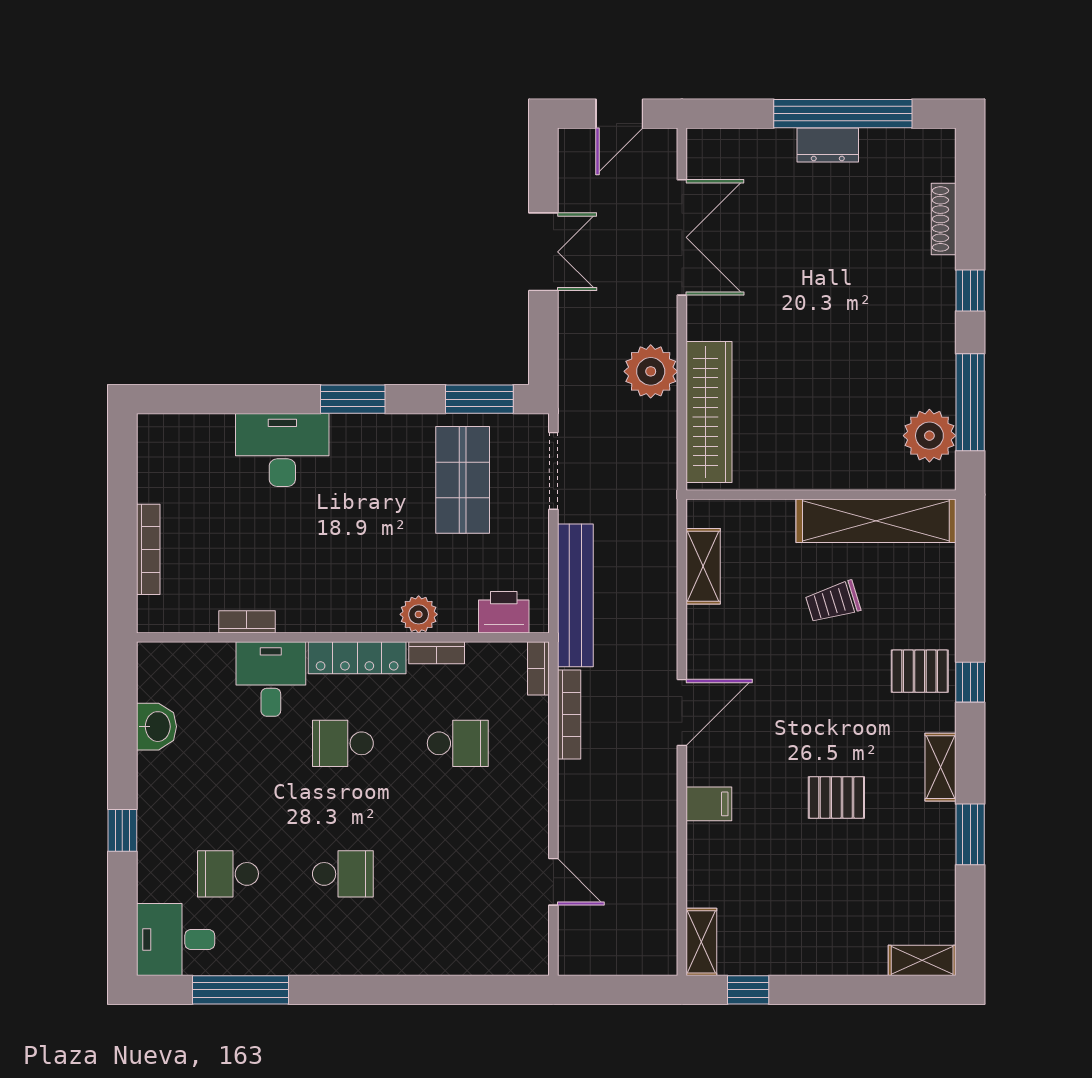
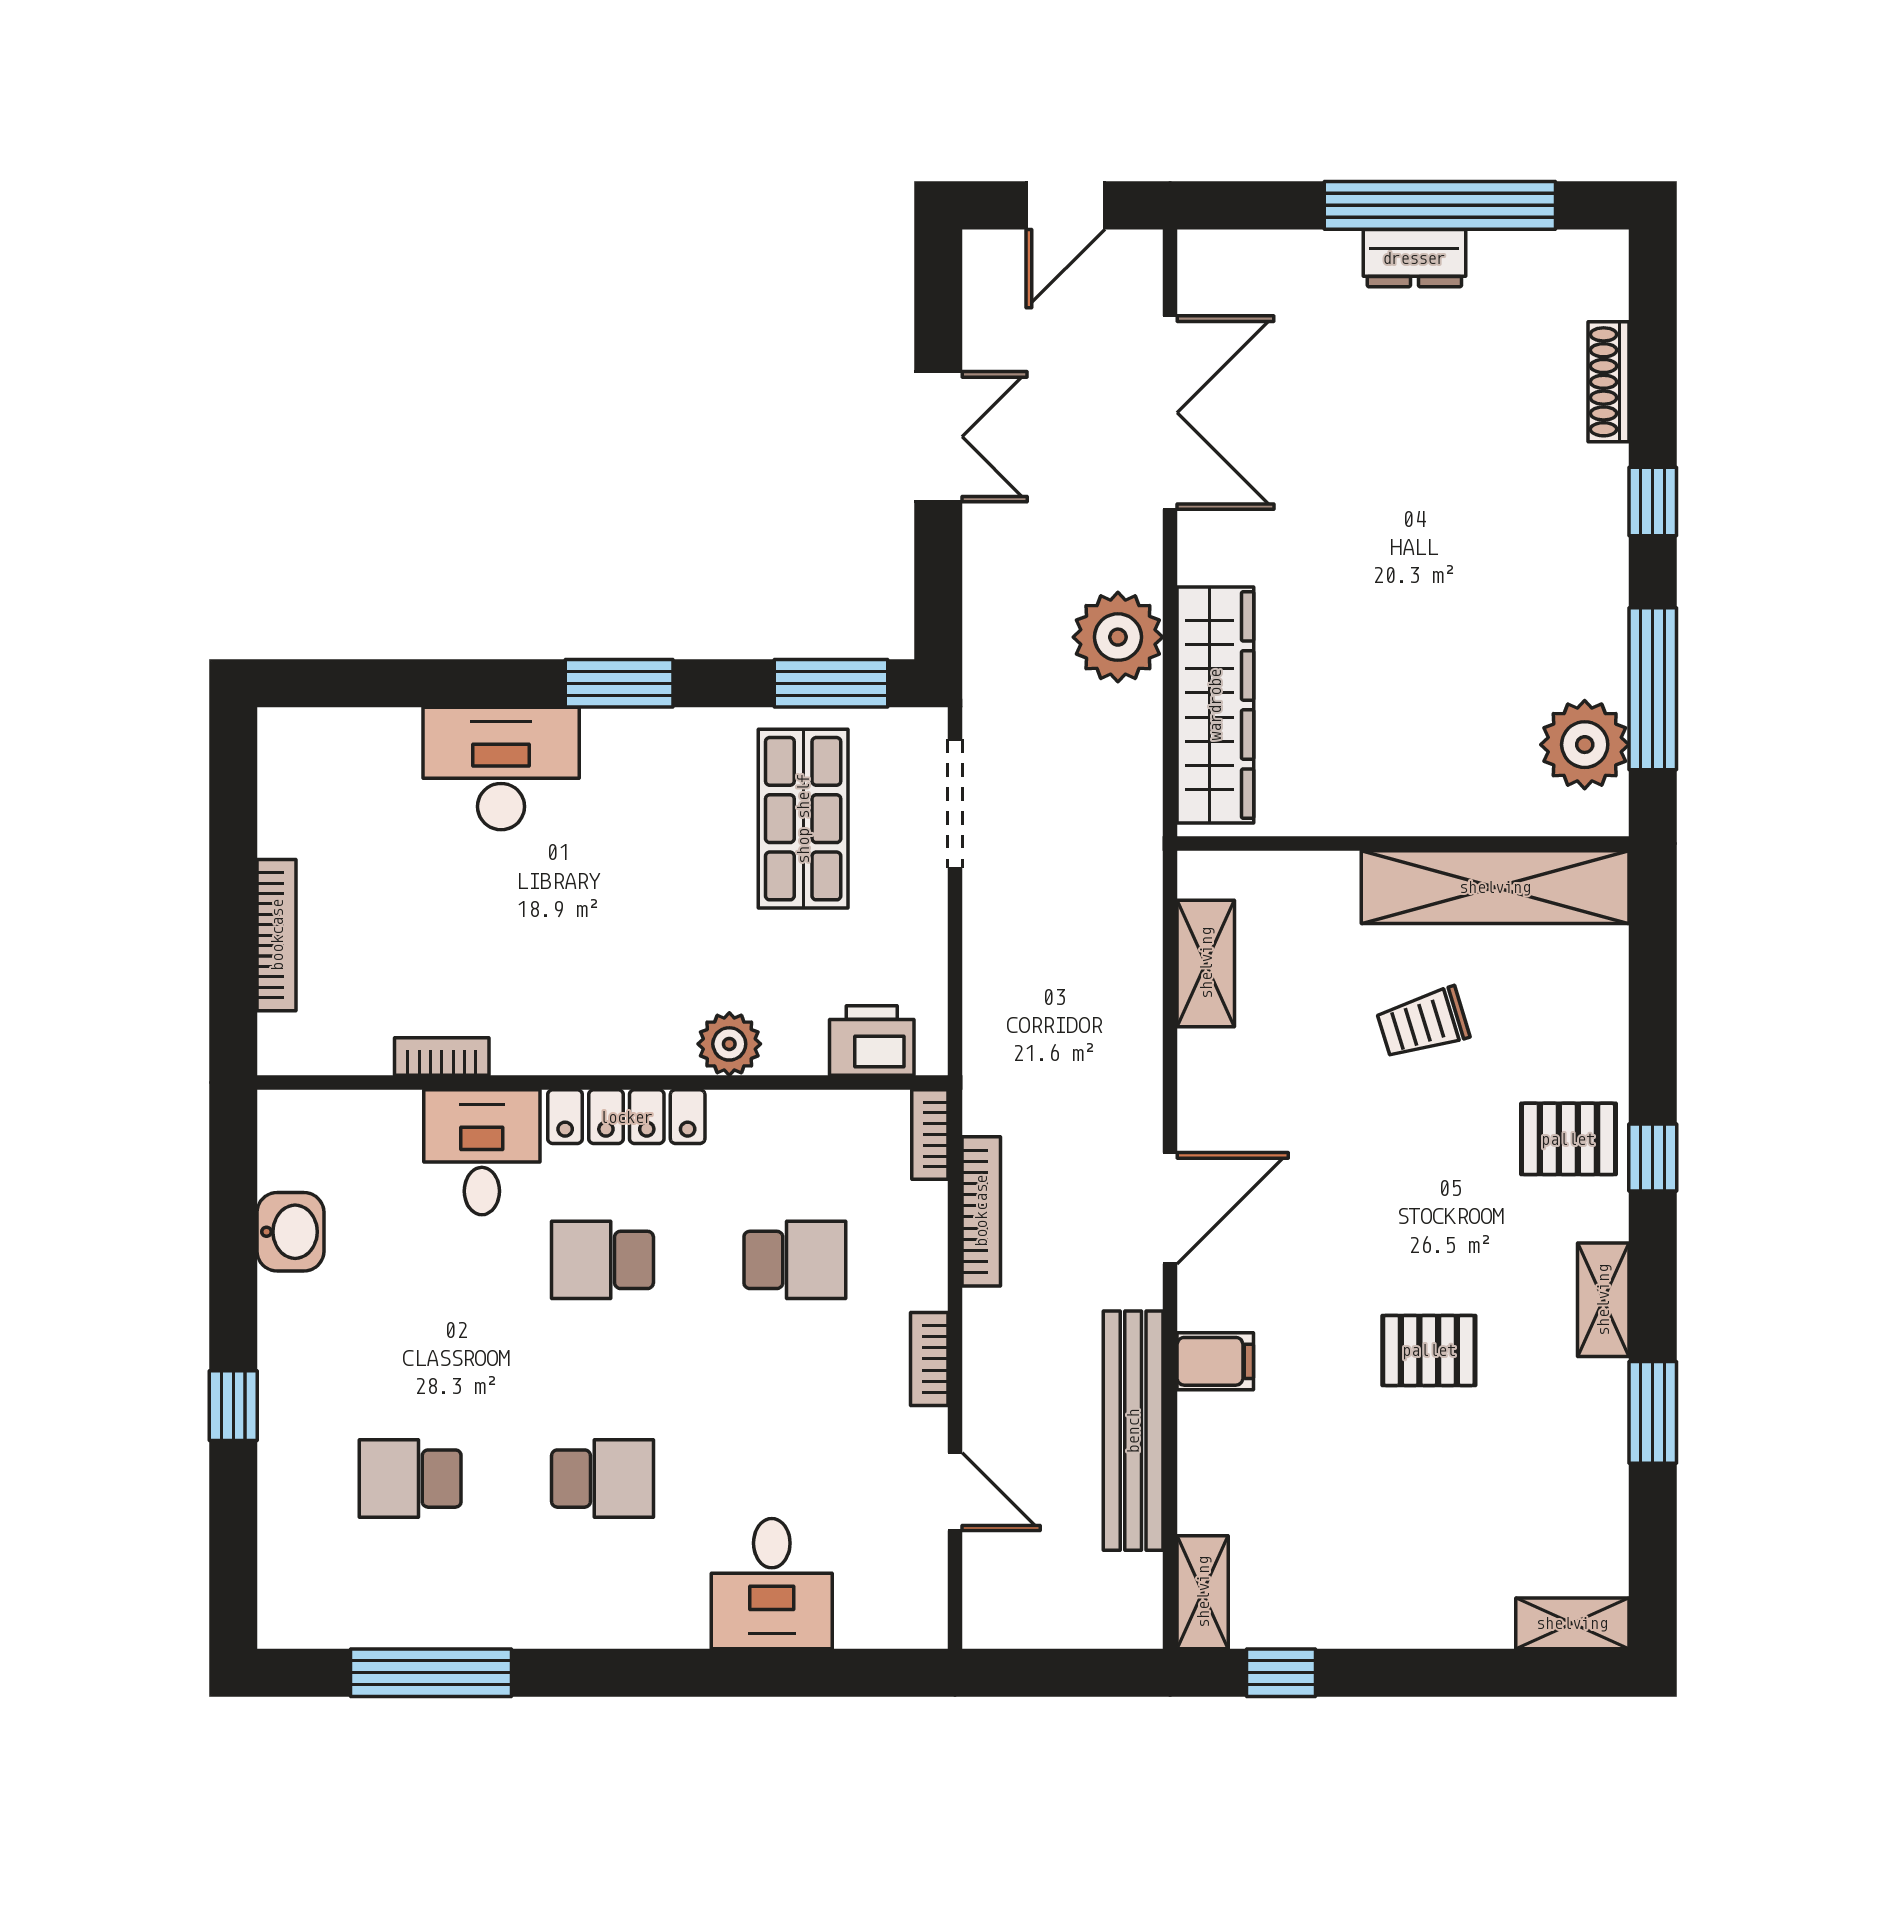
bench: (575, 595) -> (1133, 1431), moved
bookcase: (437, 653) -> (929, 1359), moved, turned 90
desk: (176, 940) -> (772, 1584), moved, turned -90

